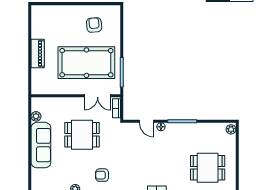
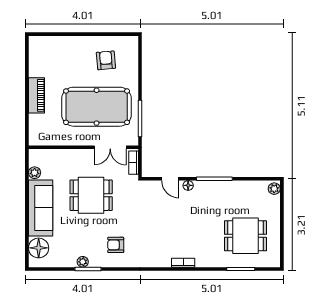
floor lamp: (39, 178) -> (39, 248), added

